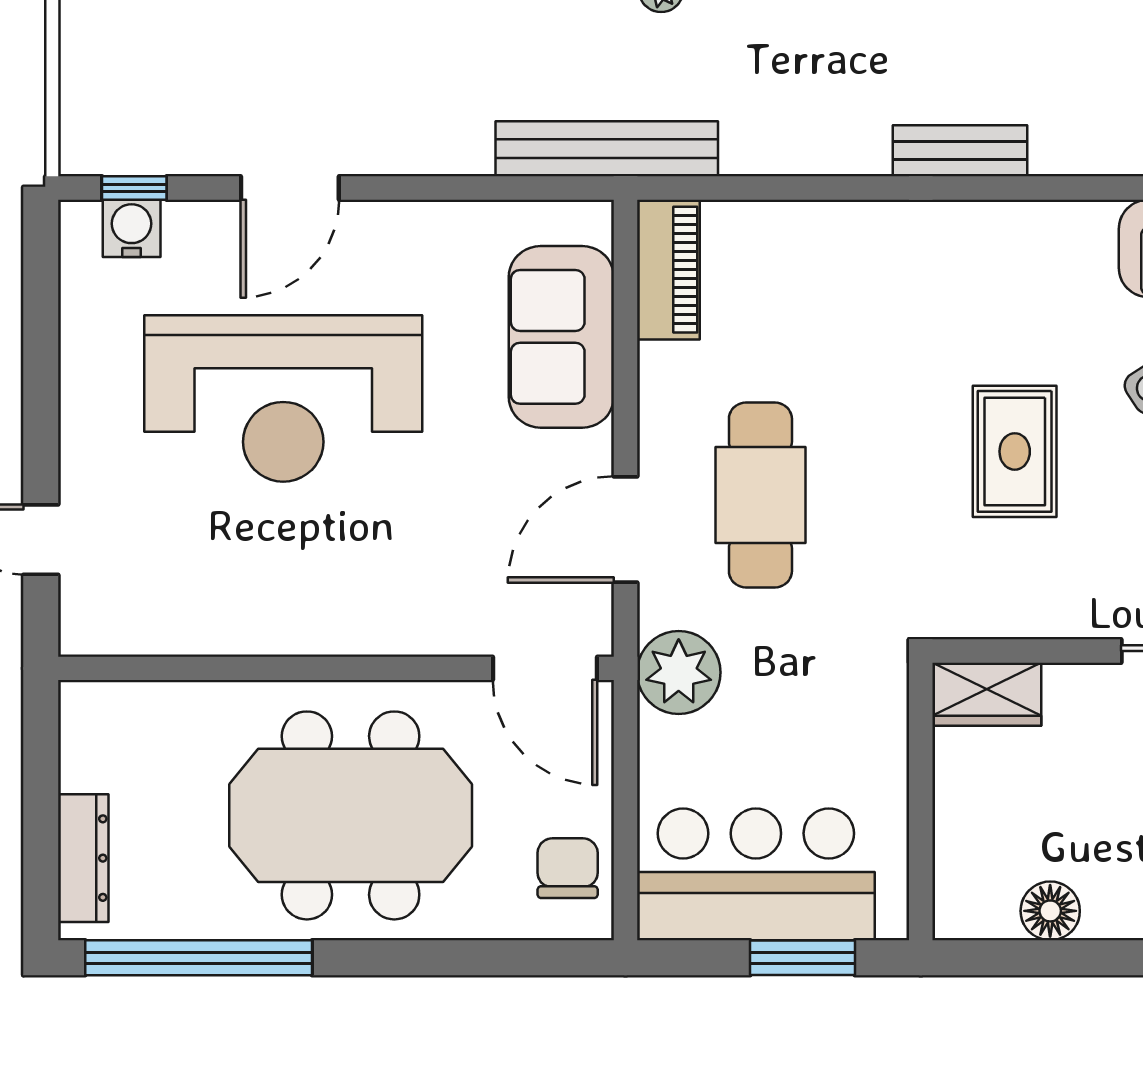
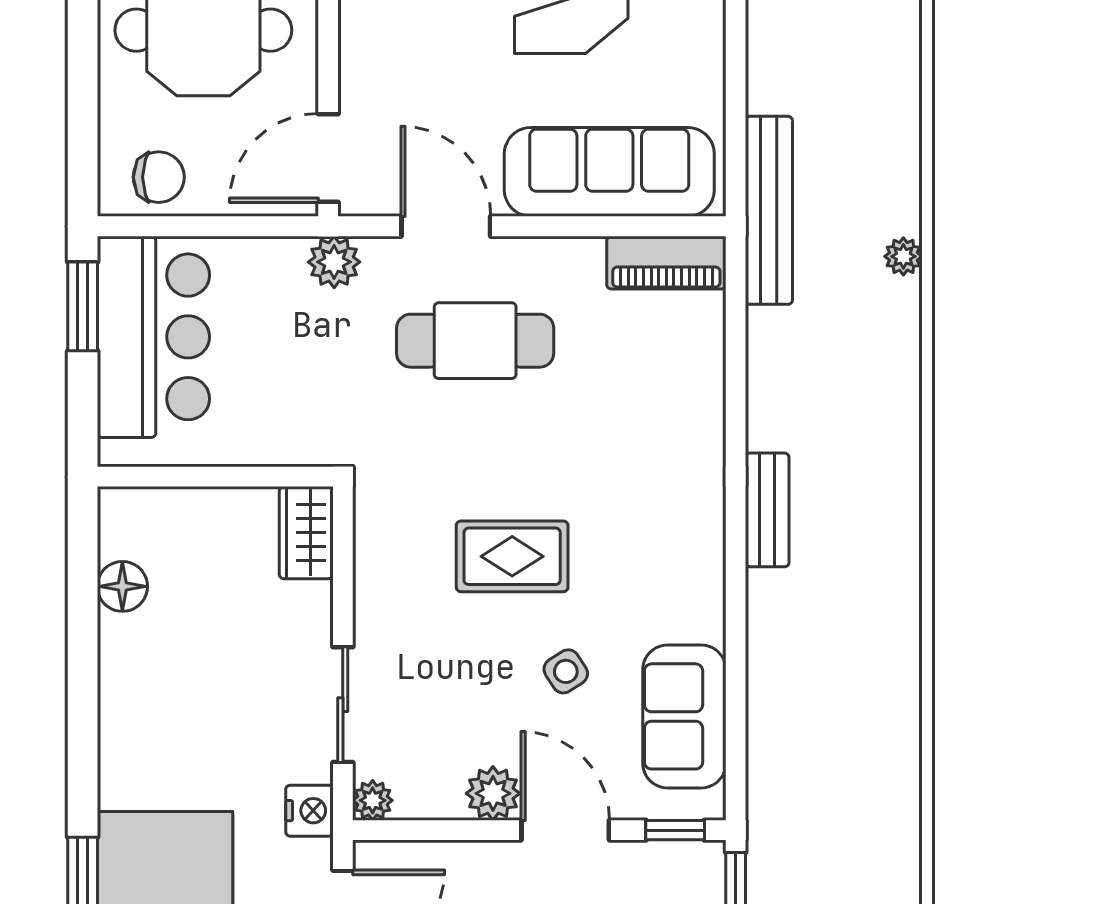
sofa: (561, 337) -> (609, 172), width x1.36
plant: (679, 672) -> (334, 262), width x0.73, depth x0.73
window: (803, 958) -> (83, 306), moved

